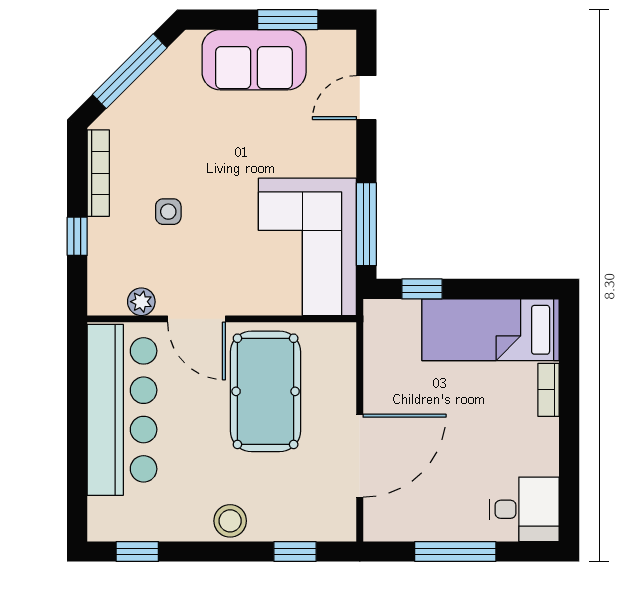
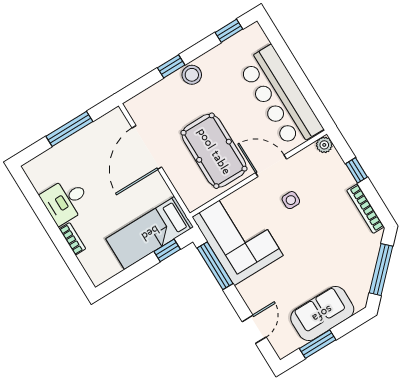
side table: (168, 212) -> (291, 200), moved
plant: (141, 302) -> (324, 145), moved
bed: (491, 330) -> (150, 233), moved, turned 180
desk: (524, 509) -> (66, 201), moved
window: (295, 552) -> (171, 66), moved

